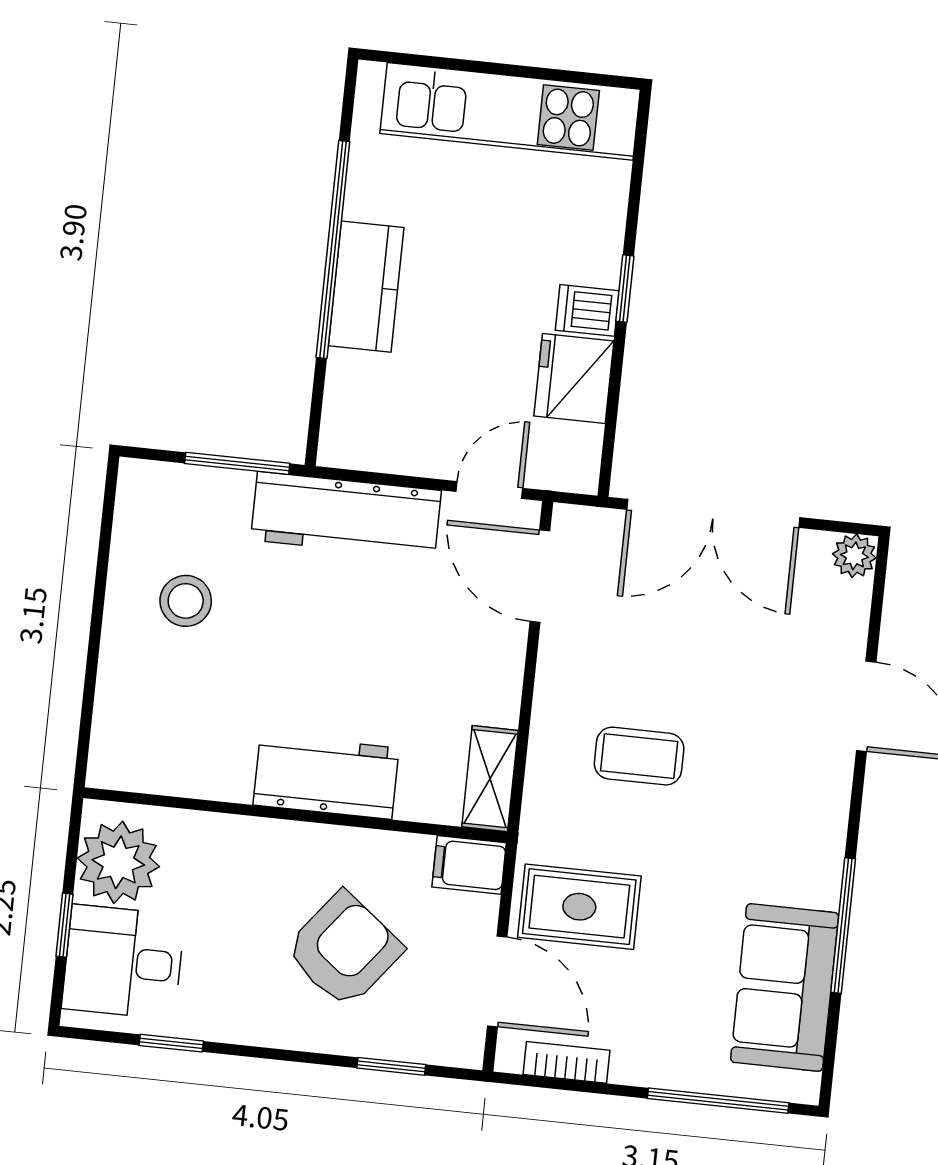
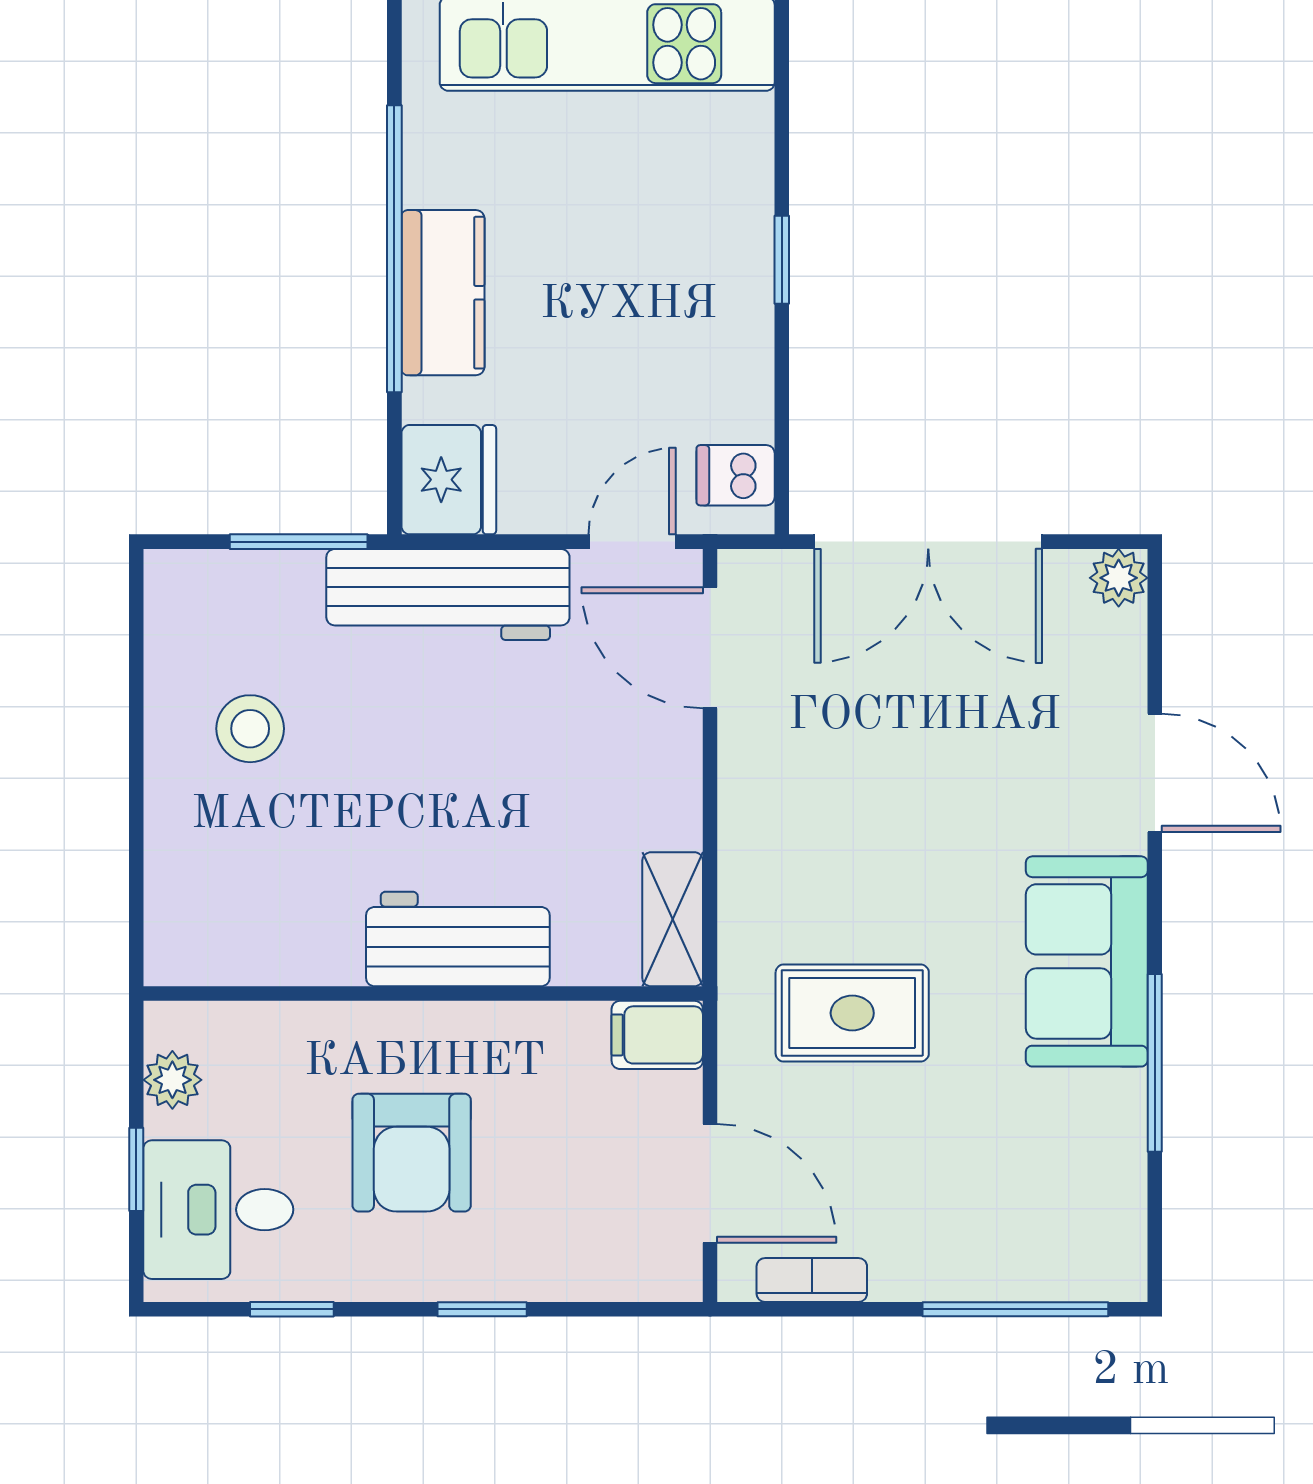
dishwasher: (587, 310) -> (736, 475), moved
fridge: (574, 379) -> (449, 480), moved, turned 180
coffee table: (639, 756) -> (865, 869), removed
plant: (118, 862) -> (172, 1080), width x0.53, depth x0.53
rug: (579, 907) -> (852, 1013), moved
armchair: (344, 950) -> (412, 1153), moved, turned 142
sofa: (785, 987) -> (1087, 961), moved
window: (391, 1066) -> (482, 1309), moved

